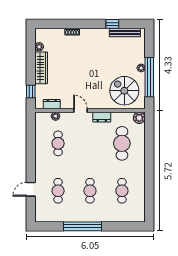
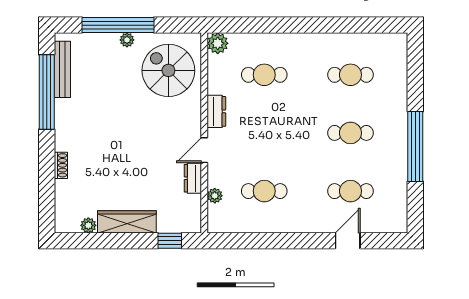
window: (112, 24) -> (47, 92), width x3.17
window: (149, 77) -> (118, 25), moved
spiral stairs: (124, 91) -> (168, 70), turned 90
dresser: (52, 104) -> (193, 178), moved
cafe table: (122, 143) -> (264, 75), width x0.73, depth x0.74
door: (31, 189) -> (348, 241), swing flipped

